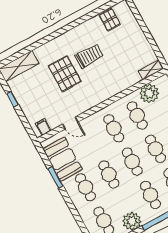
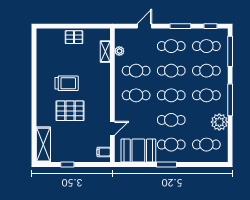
pallet: (110, 20) -> (74, 37), moved
trolley: (89, 56) -> (67, 83), turned 90
shelving: (151, 70) -> (105, 52), moved
plant: (149, 93) -> (119, 51), width x0.53, depth x0.53
window: (55, 177) -> (167, 164), moved

